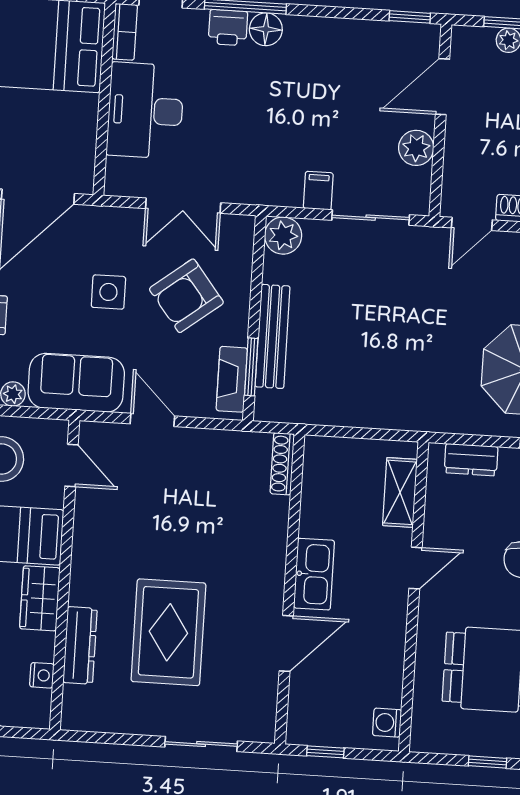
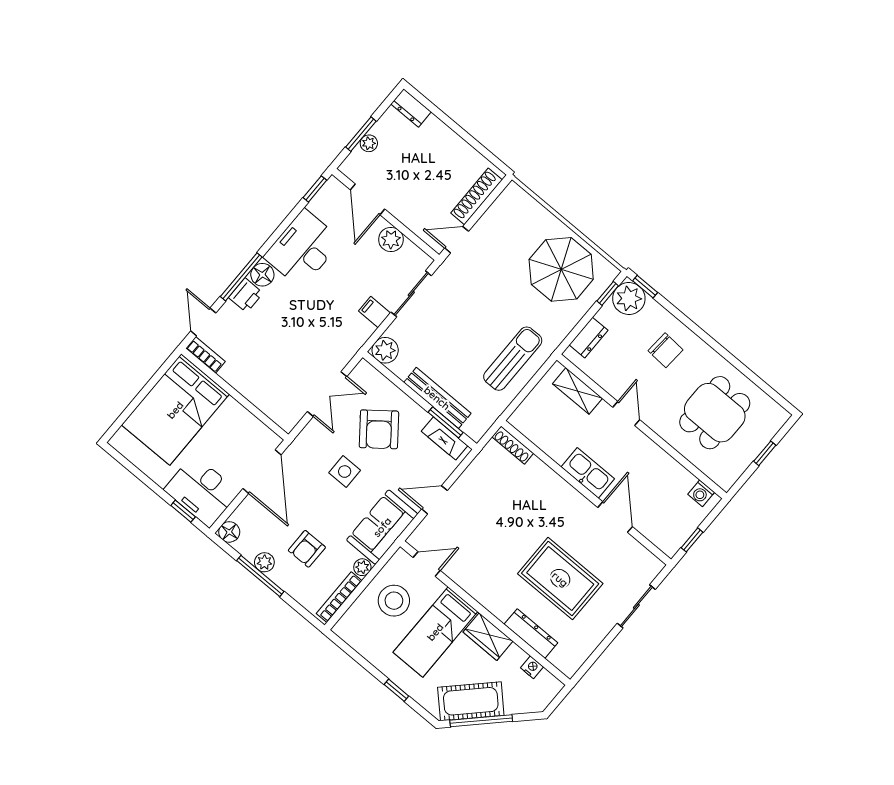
desk: (145, 111) -> (303, 249), moved, turned 90
door: (472, 224) -> (457, 240), swing flipped
sun lounger: (382, 390) -> (513, 359), added

